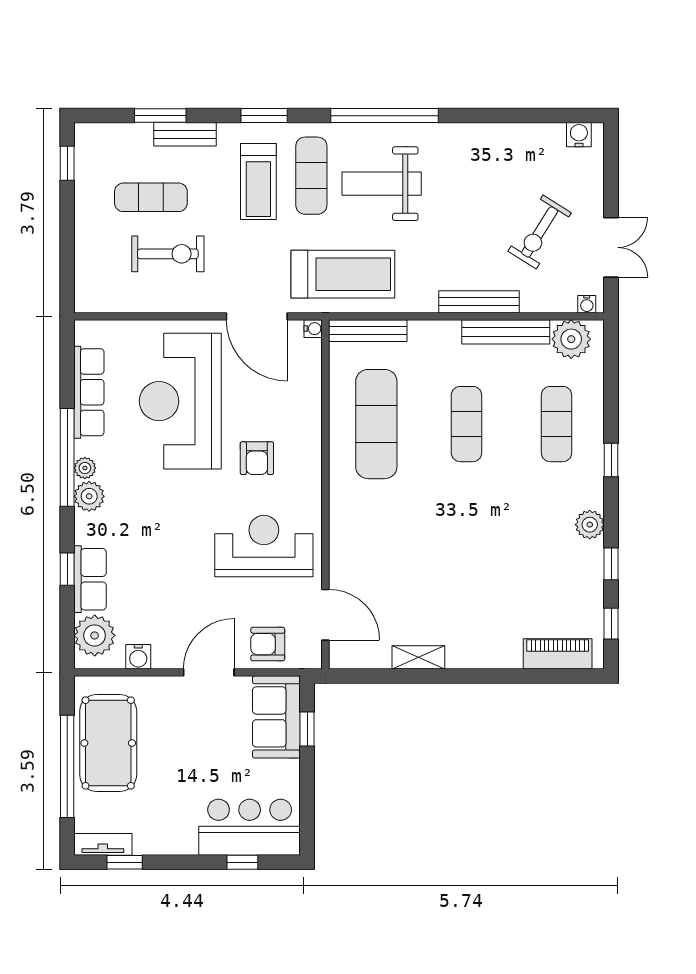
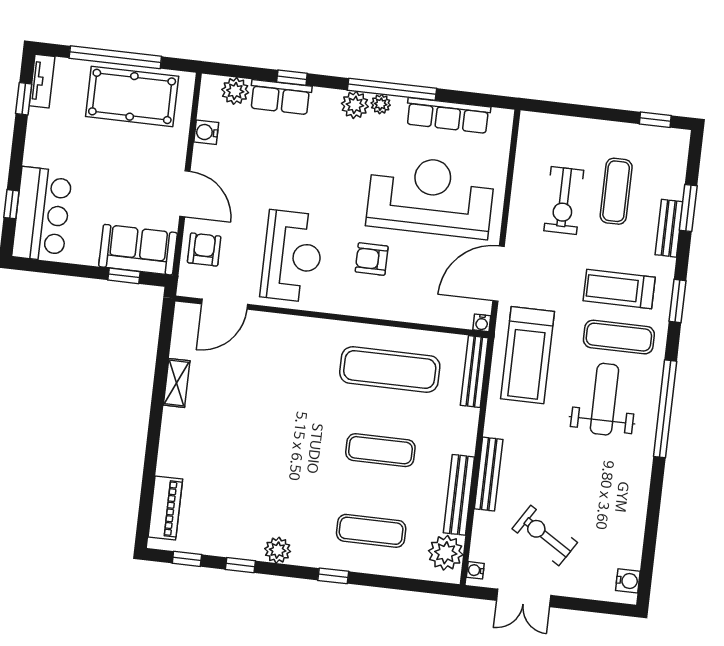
plant: (95, 635) -> (235, 91), width x0.73, depth x0.73

